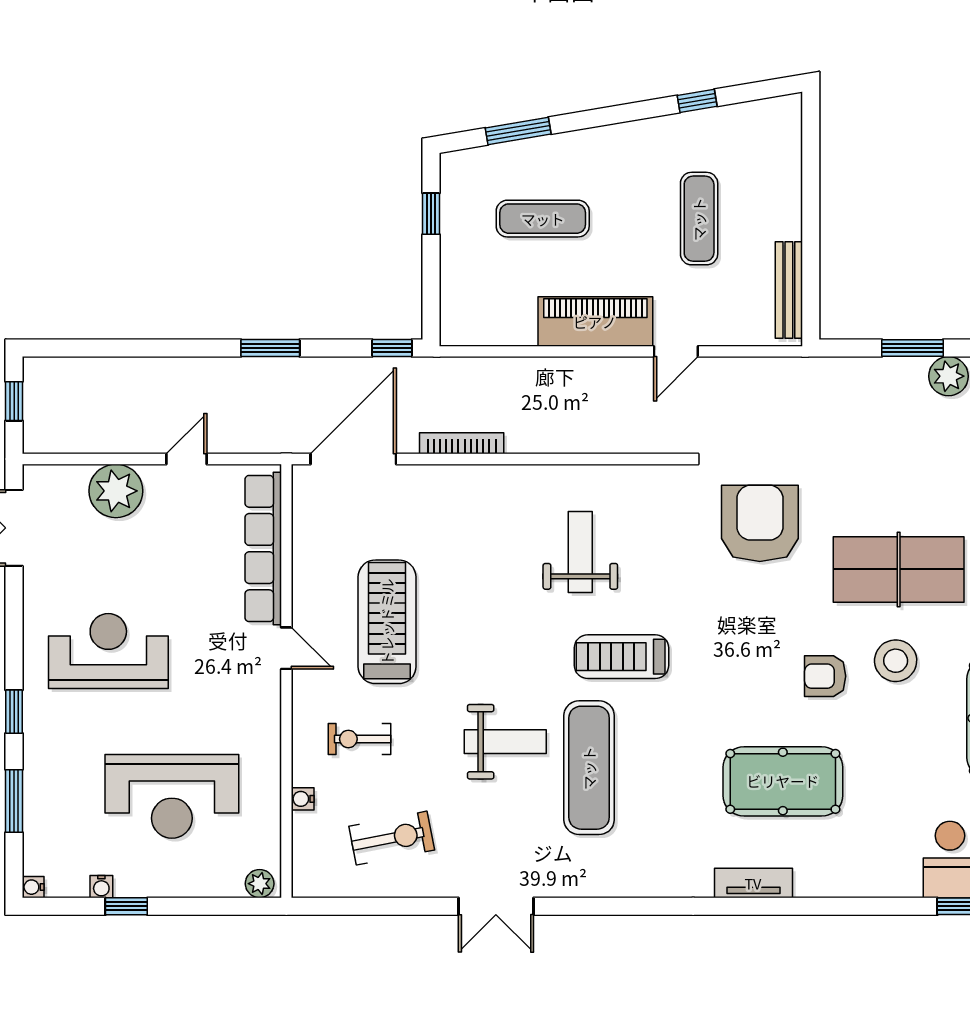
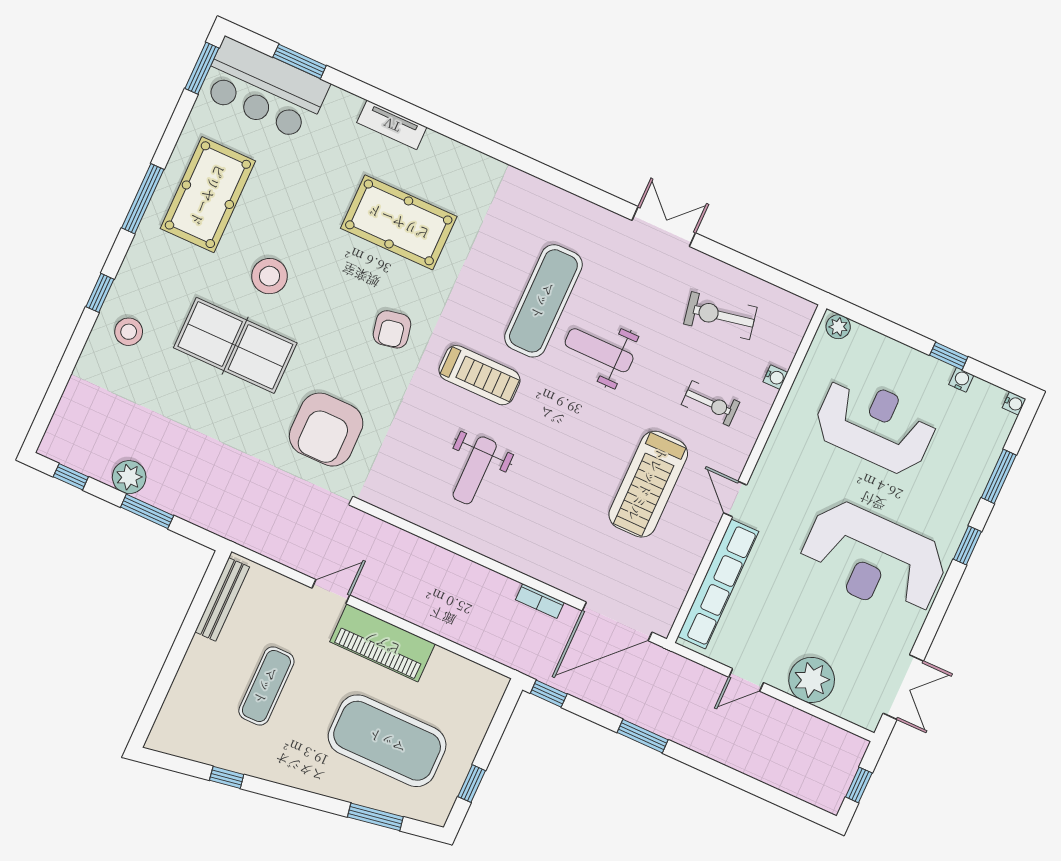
exercise mat: (543, 219) -> (387, 741), width x2.00, depth x1.45
bookcase: (462, 443) -> (540, 601), width x0.64
reception desk: (108, 651) -> (874, 559), width x1.36, depth x1.30
armchair: (825, 676) -> (392, 329), moved, turned 79
tv unit: (753, 883) -> (392, 125), moved

